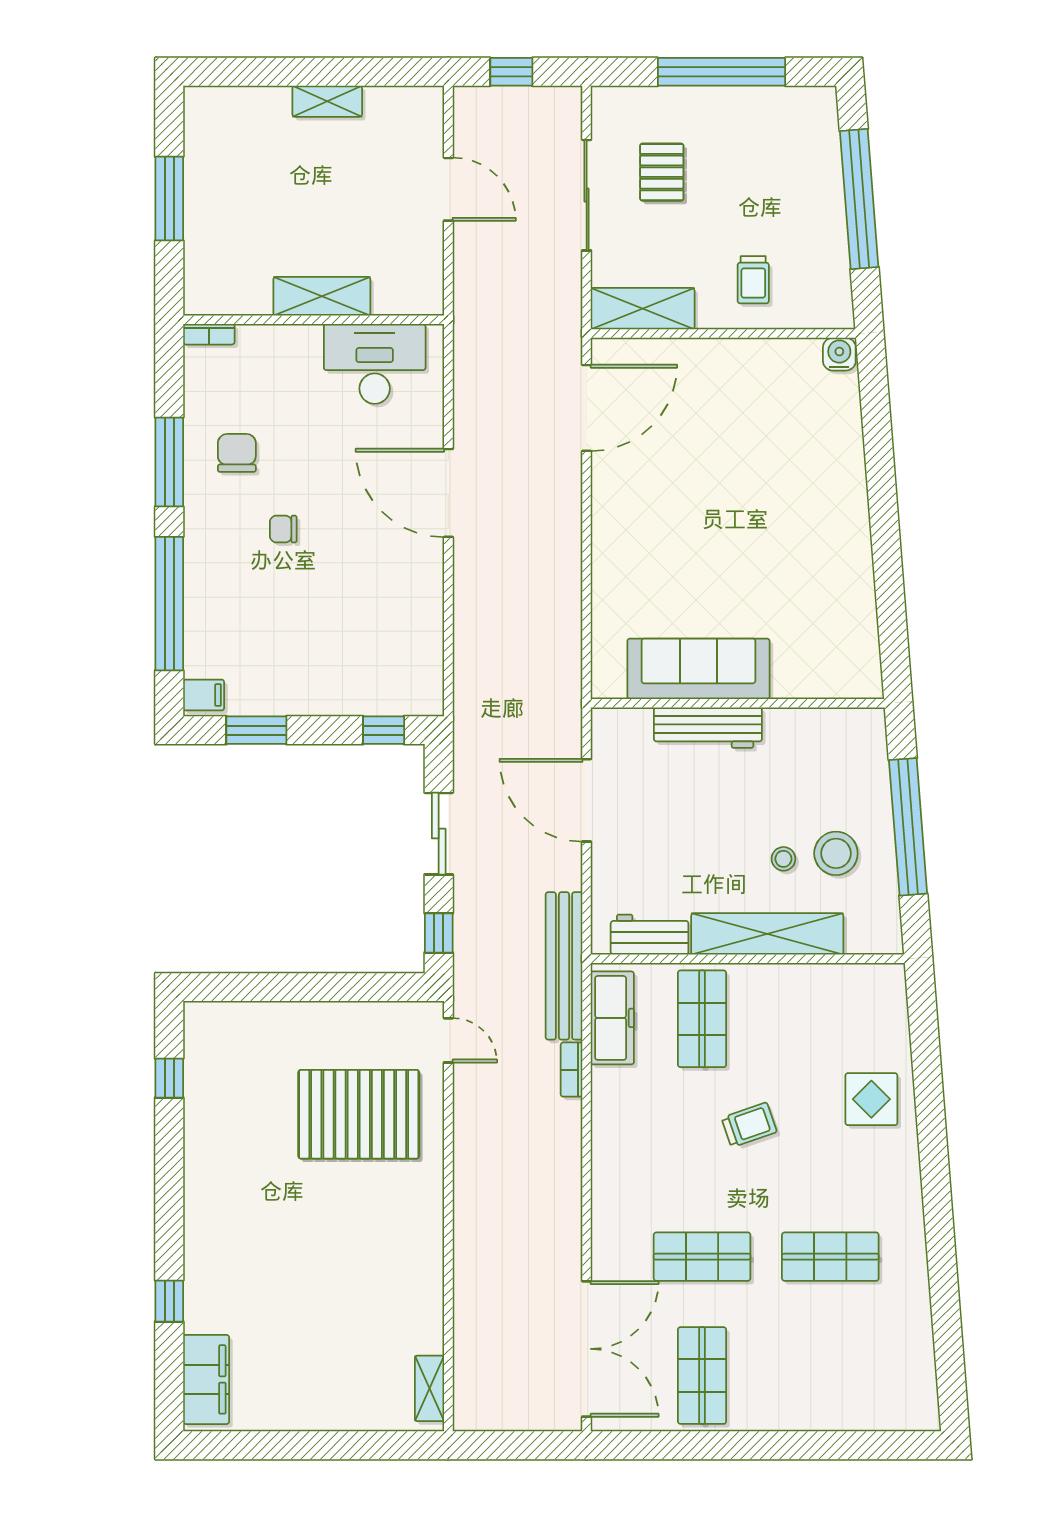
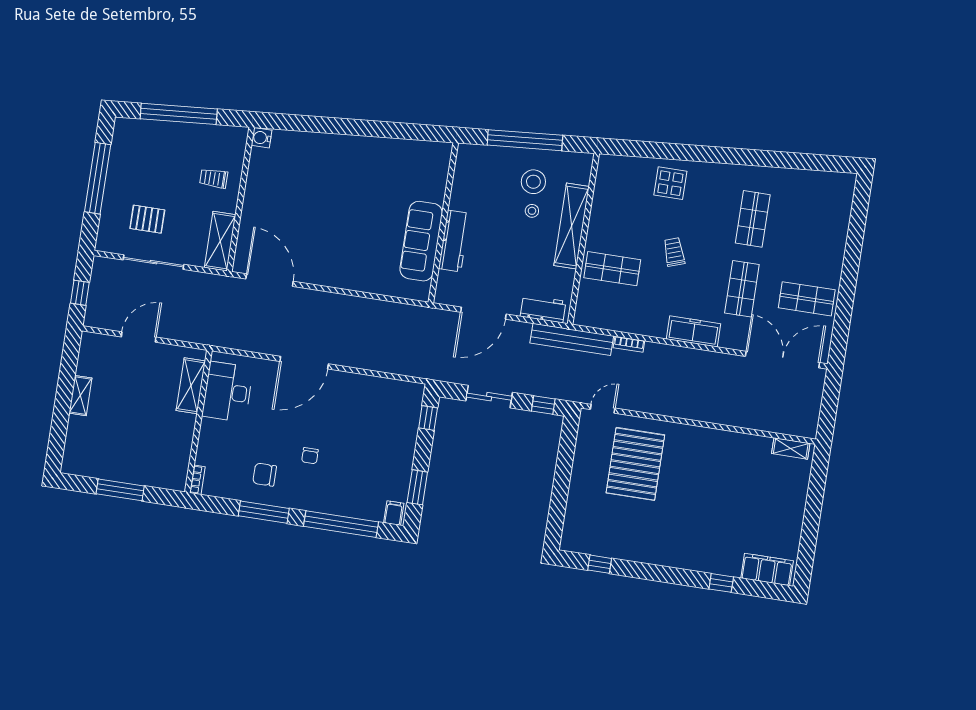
trolley: (753, 280) -> (214, 178), turned 180
shelving: (322, 296) -> (191, 386), moved
workbench: (650, 935) -> (543, 309), moved, turned 90
freezer: (612, 1018) -> (694, 331), moved

